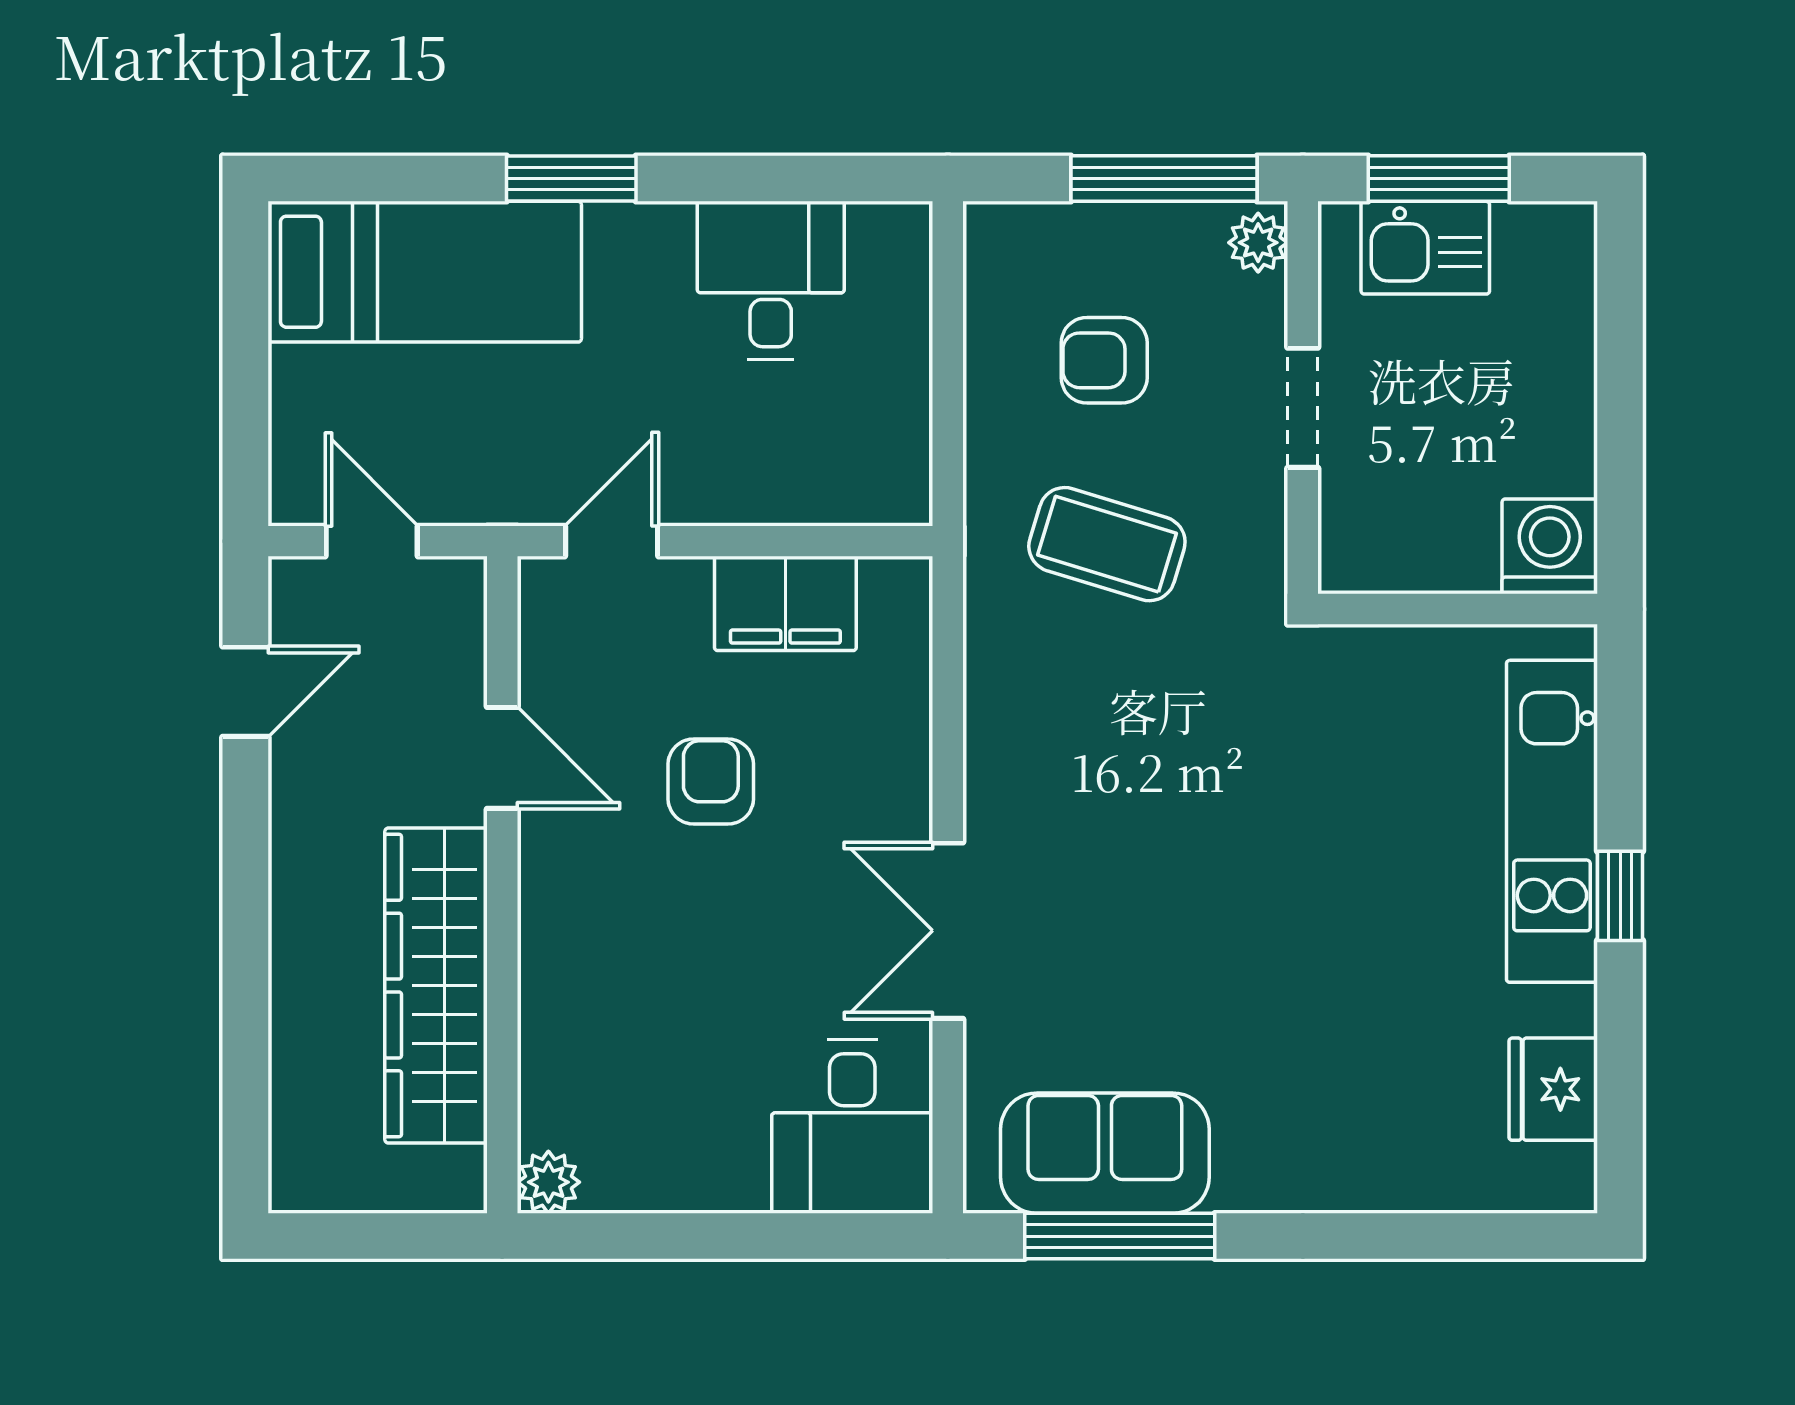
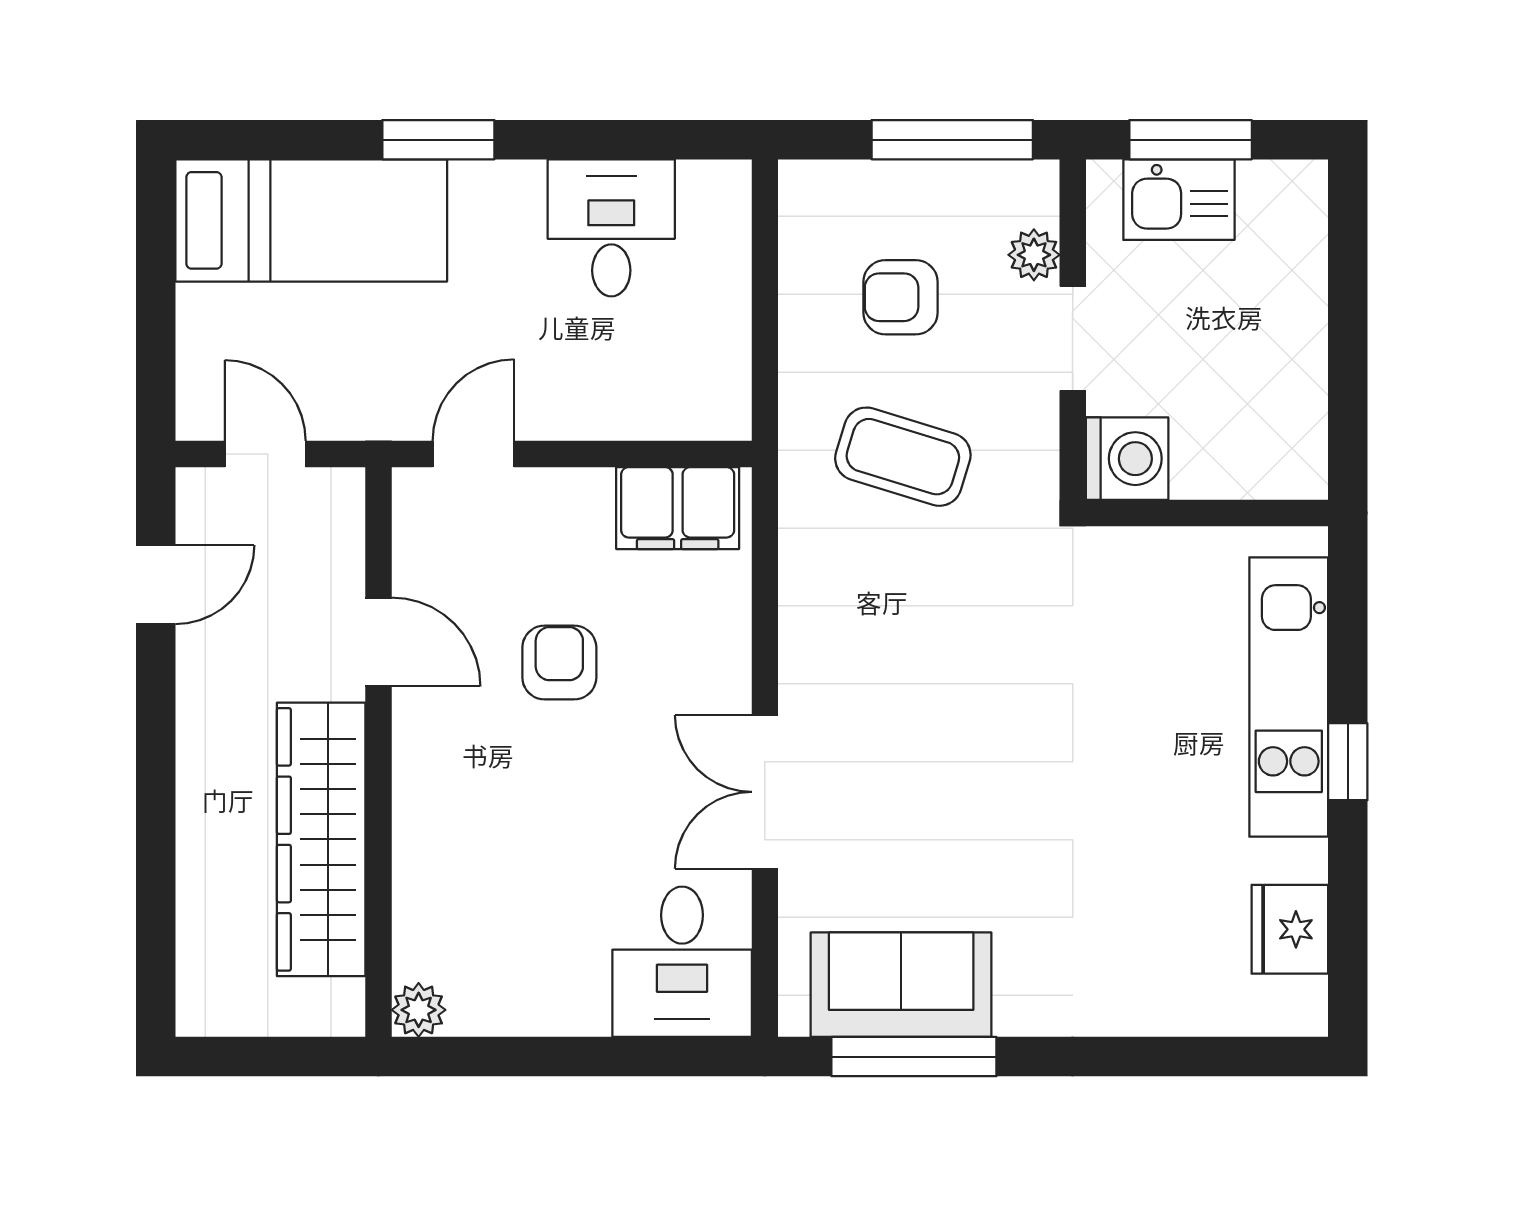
plant: (1258, 243) -> (1034, 255), moved
washing machine: (1550, 546) -> (1127, 459), moved, turned 90
filing cabinet: (785, 603) -> (678, 508), moved

